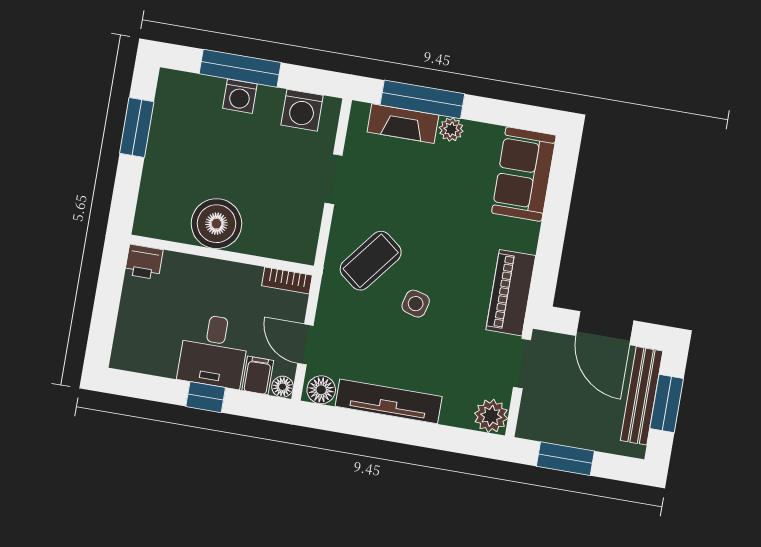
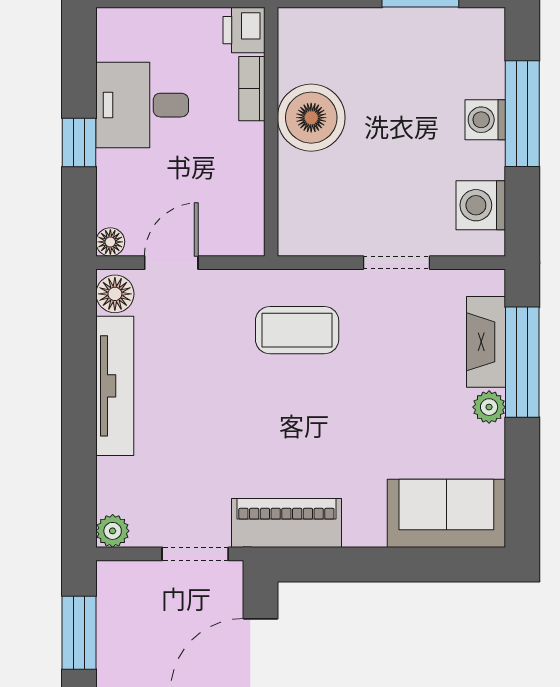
coffee table: (371, 261) -> (297, 330), turned -38
bookcase: (287, 281) -> (252, 89), moved
side table: (416, 304) -> (250, 399), removed
desk: (214, 351) -> (142, 105), moved
filing cabinet: (258, 375) -> (120, 207), removed
plant: (491, 416) -> (113, 531), width x0.73, depth x0.73

